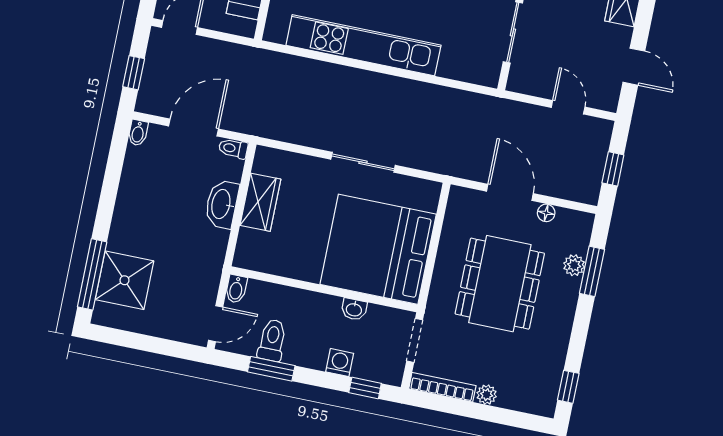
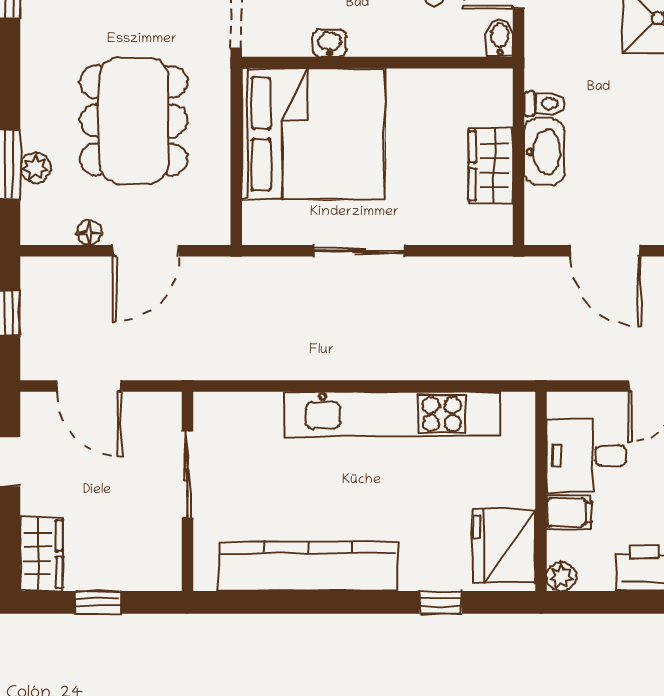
door: (568, 107) -> (89, 386), width x1.38
door: (193, 128) -> (605, 251), hinge flipped
toilet: (233, 149) -> (544, 104), moved
door: (510, 192) -> (146, 251), hinge flipped

